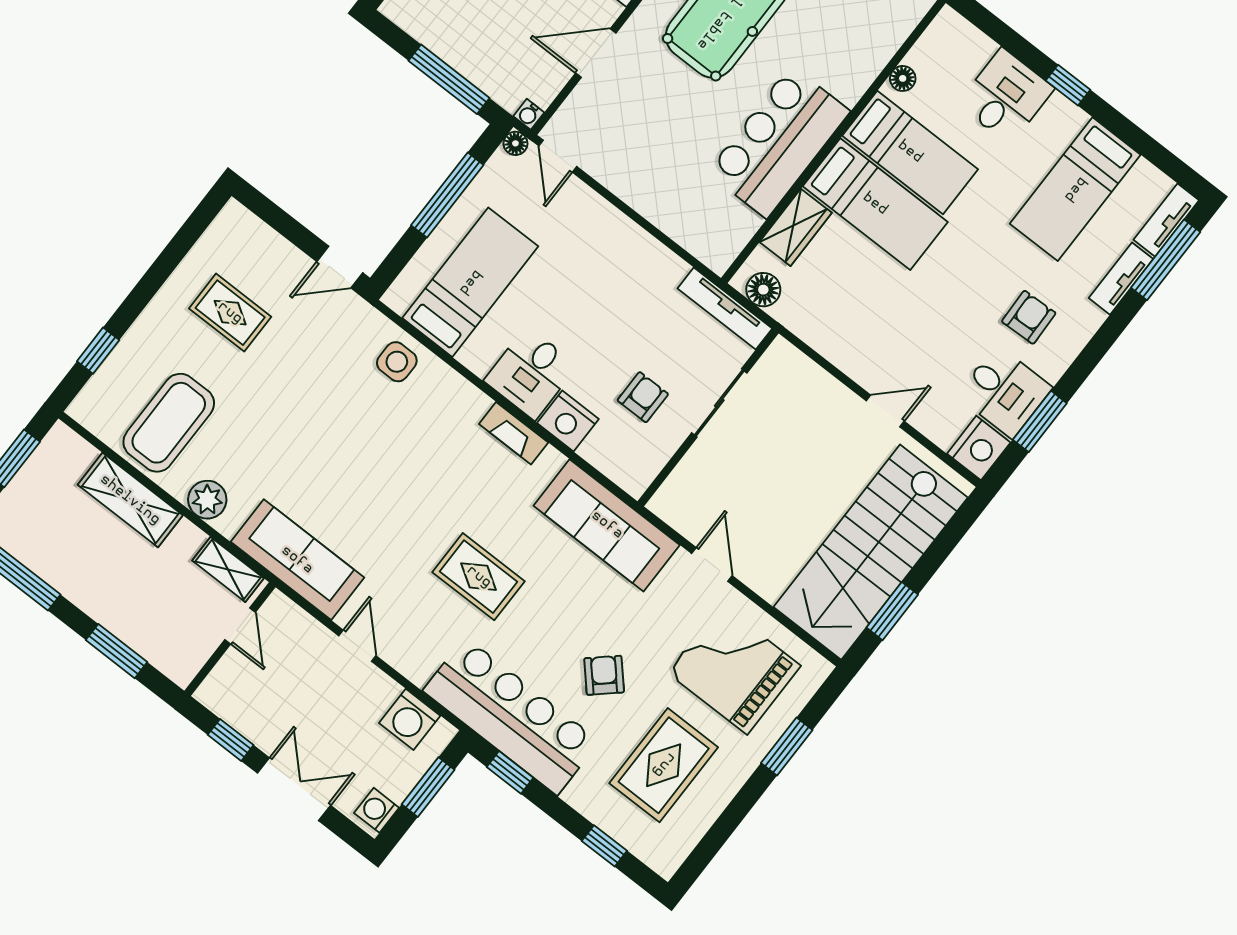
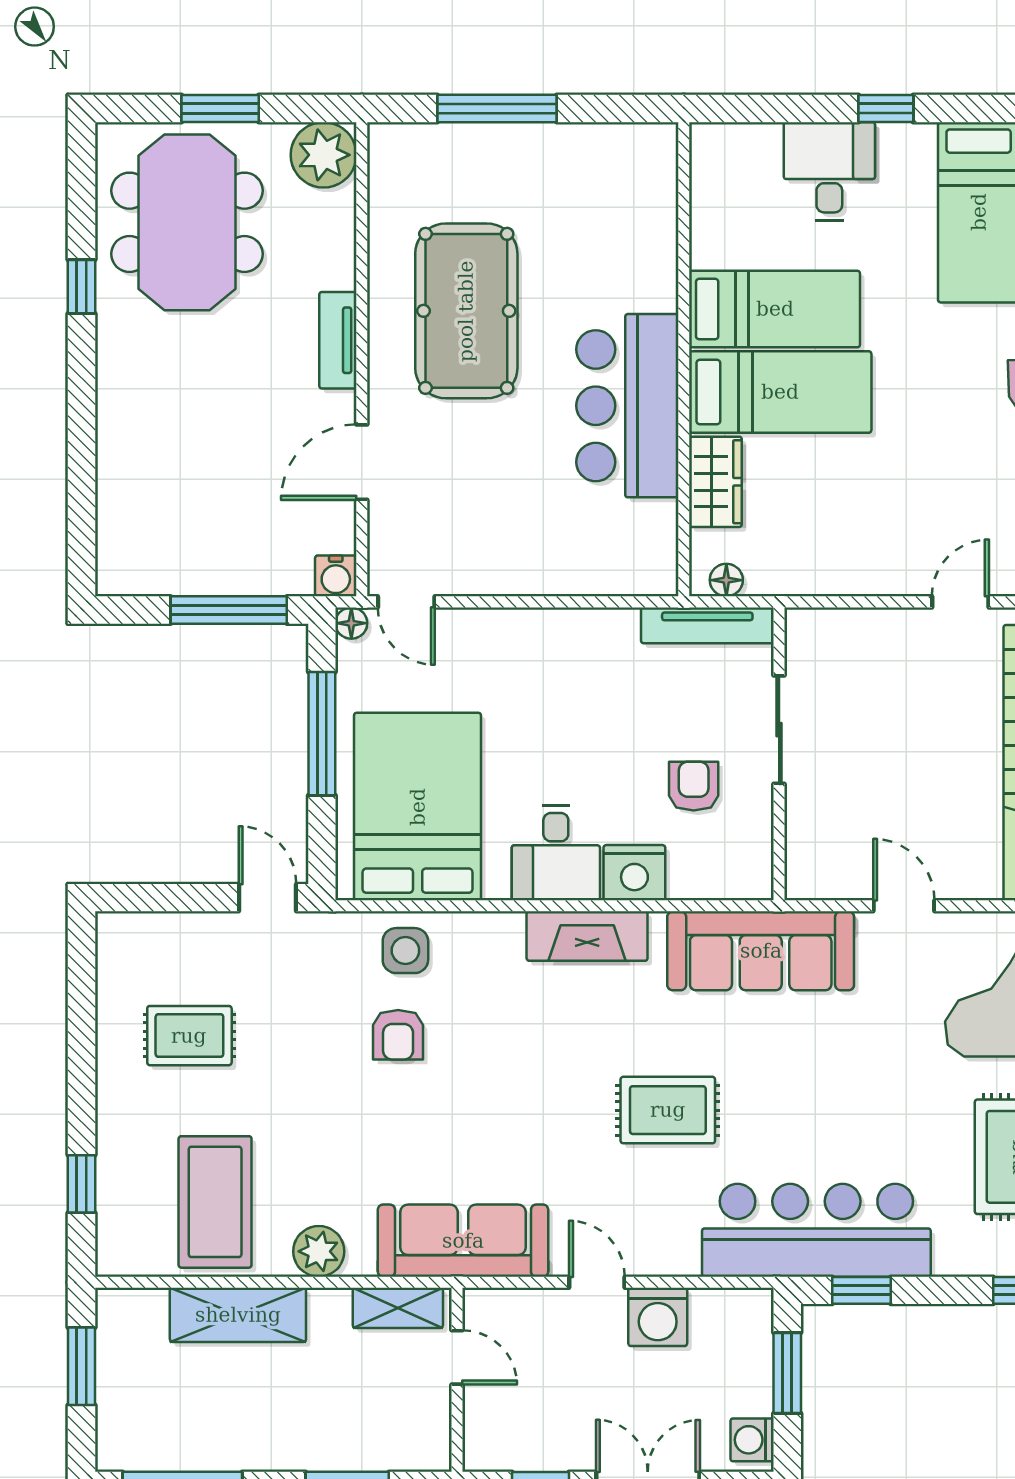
floor lamp: (903, 78) -> (706, 237), removed
water cooler: (529, 114) -> (336, 576), width x1.38, depth x1.38
door: (340, 267) -> (268, 898), swing flipped
bed: (470, 282) -> (418, 807), width x1.50
floor lamp: (763, 290) -> (726, 580), width x0.73, depth x0.73
fireplace: (514, 433) -> (587, 936), width x1.37, depth x1.32
armchair: (604, 675) -> (398, 1035), moved, turned -138
washing machine: (410, 719) -> (658, 1317), moved

